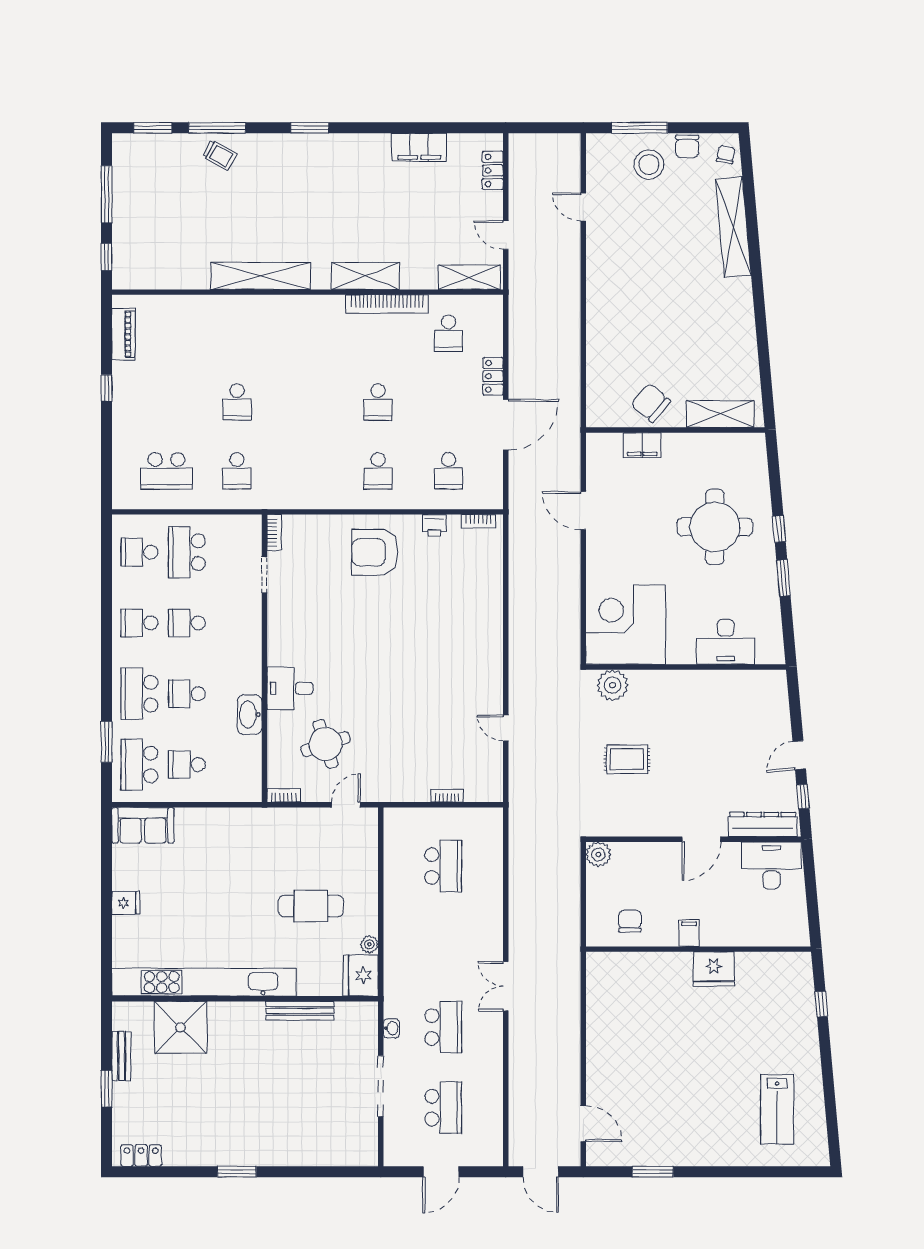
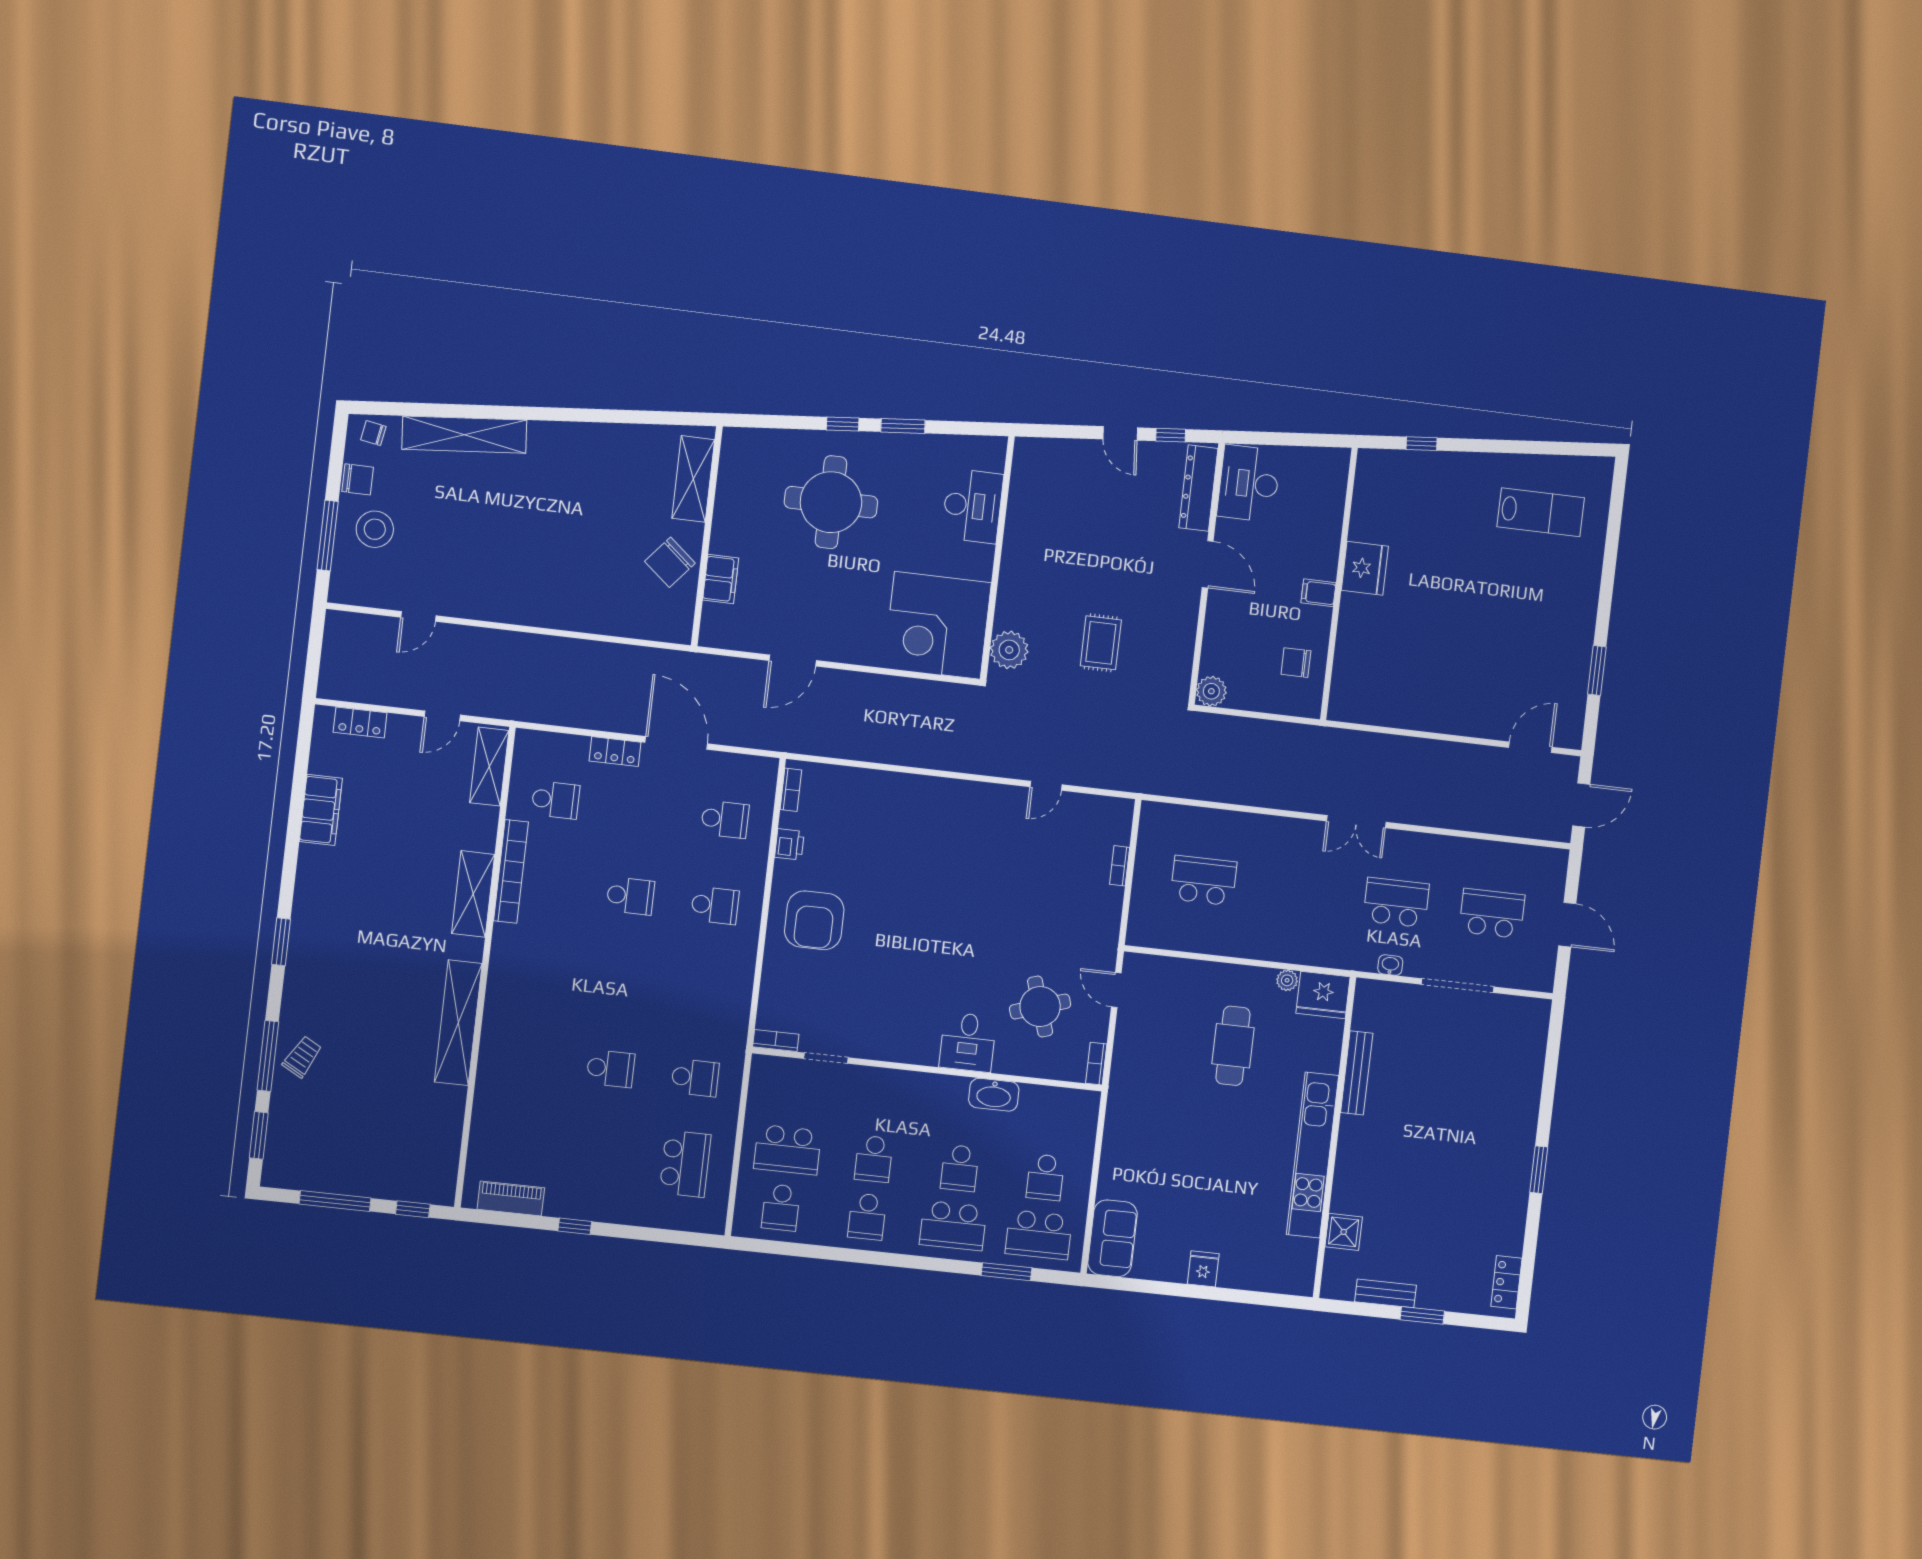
kitchen unit: (204, 982) -> (1312, 1155), width x0.73
shower: (180, 1027) -> (1344, 1232), width x0.54, depth x0.54

